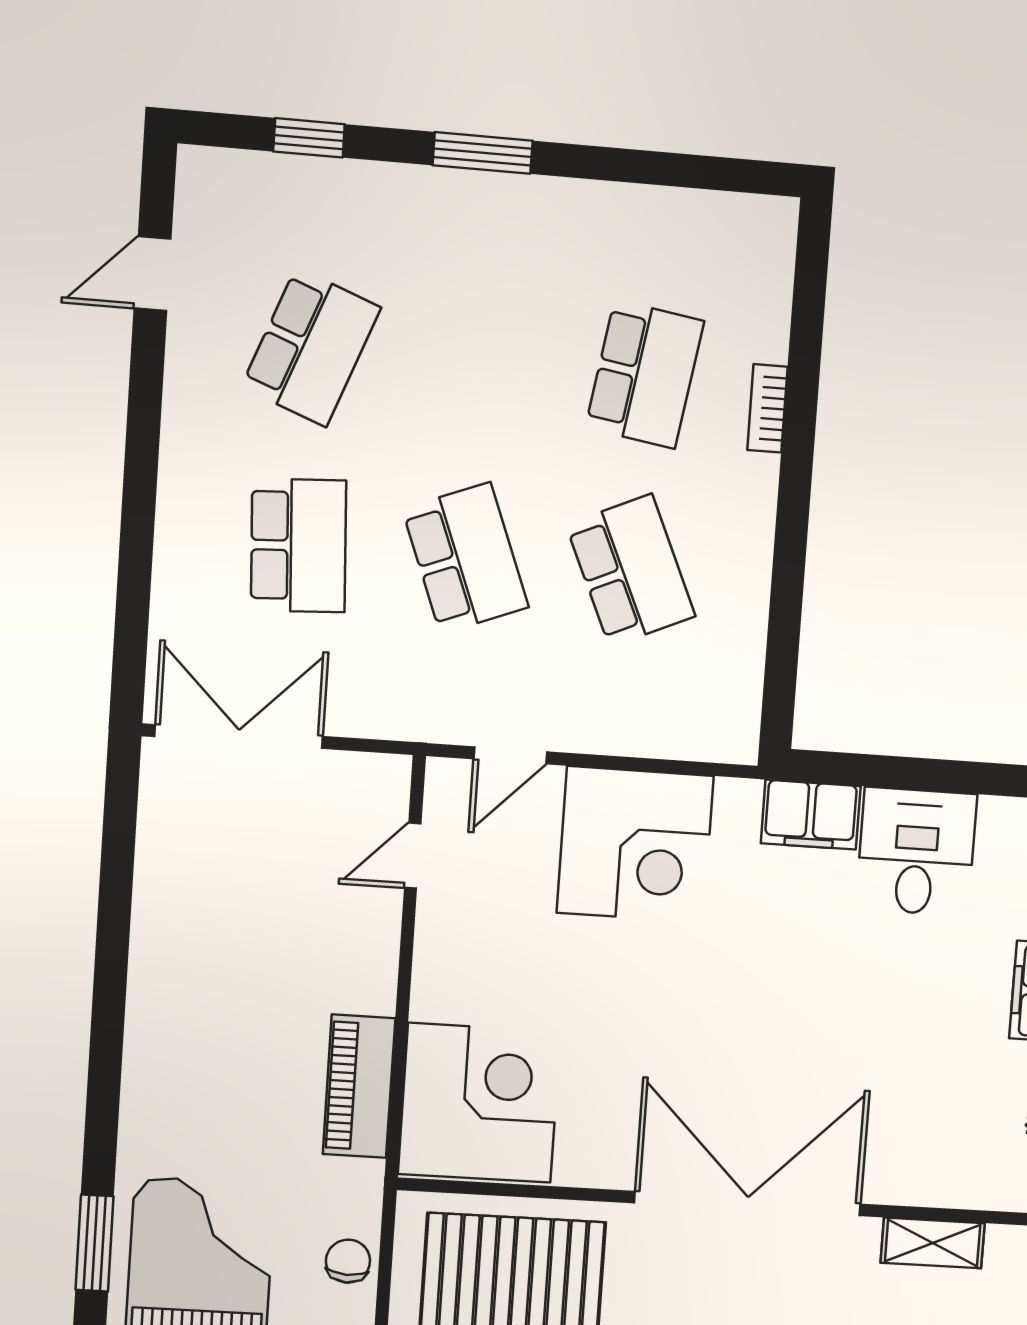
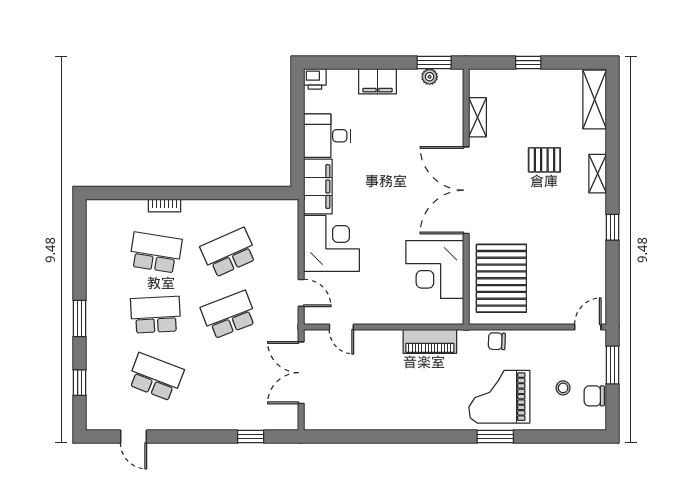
school desk: (299, 546) -> (156, 315), moved
window: (133, 592) -> (251, 437), added
double door: (239, 736) -> (301, 373), moved
filing cabinet: (811, 815) -> (318, 186), width x1.50, depth x1.17
corner desk: (479, 1103) -> (435, 269), moved, turned -90

